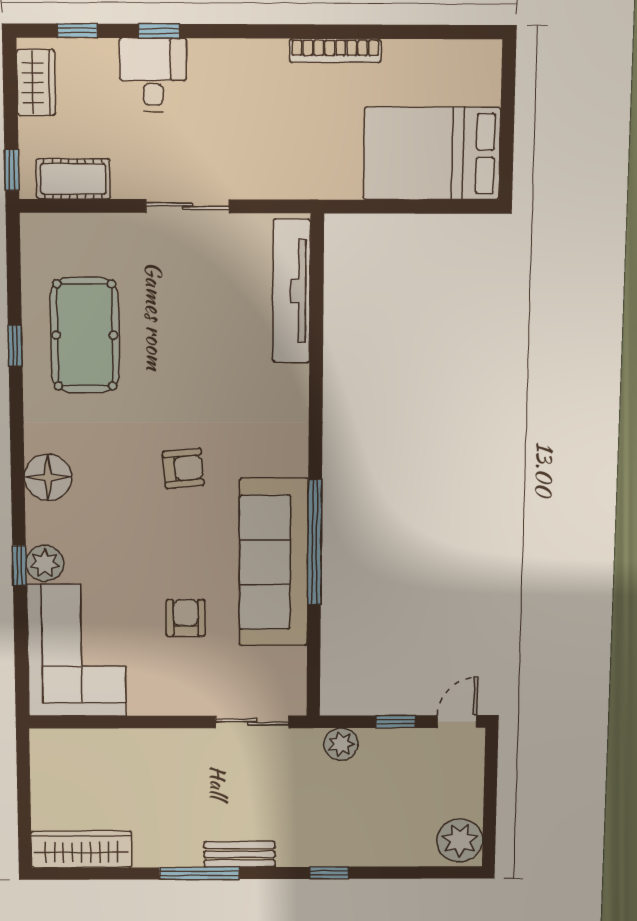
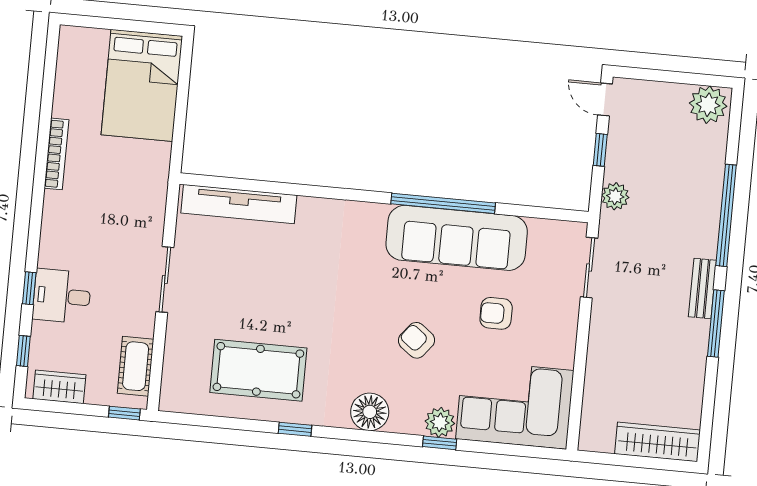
window: (15, 346) -> (295, 429), moved
armchair: (183, 468) -> (417, 340), moved, turned -47
wardrobe: (82, 849) -> (657, 442), moved, turned 90
window: (329, 873) -> (726, 215), width x3.17

